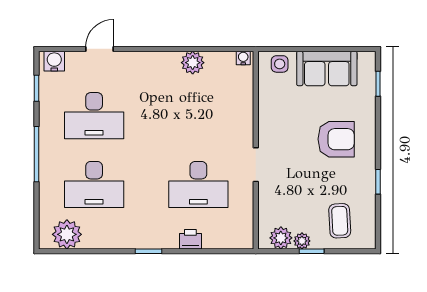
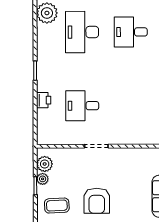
desk: (94, 116) -> (131, 32), width x0.73
armchair: (336, 139) -> (97, 201), moved
desk: (198, 185) -> (82, 106), width x0.73

